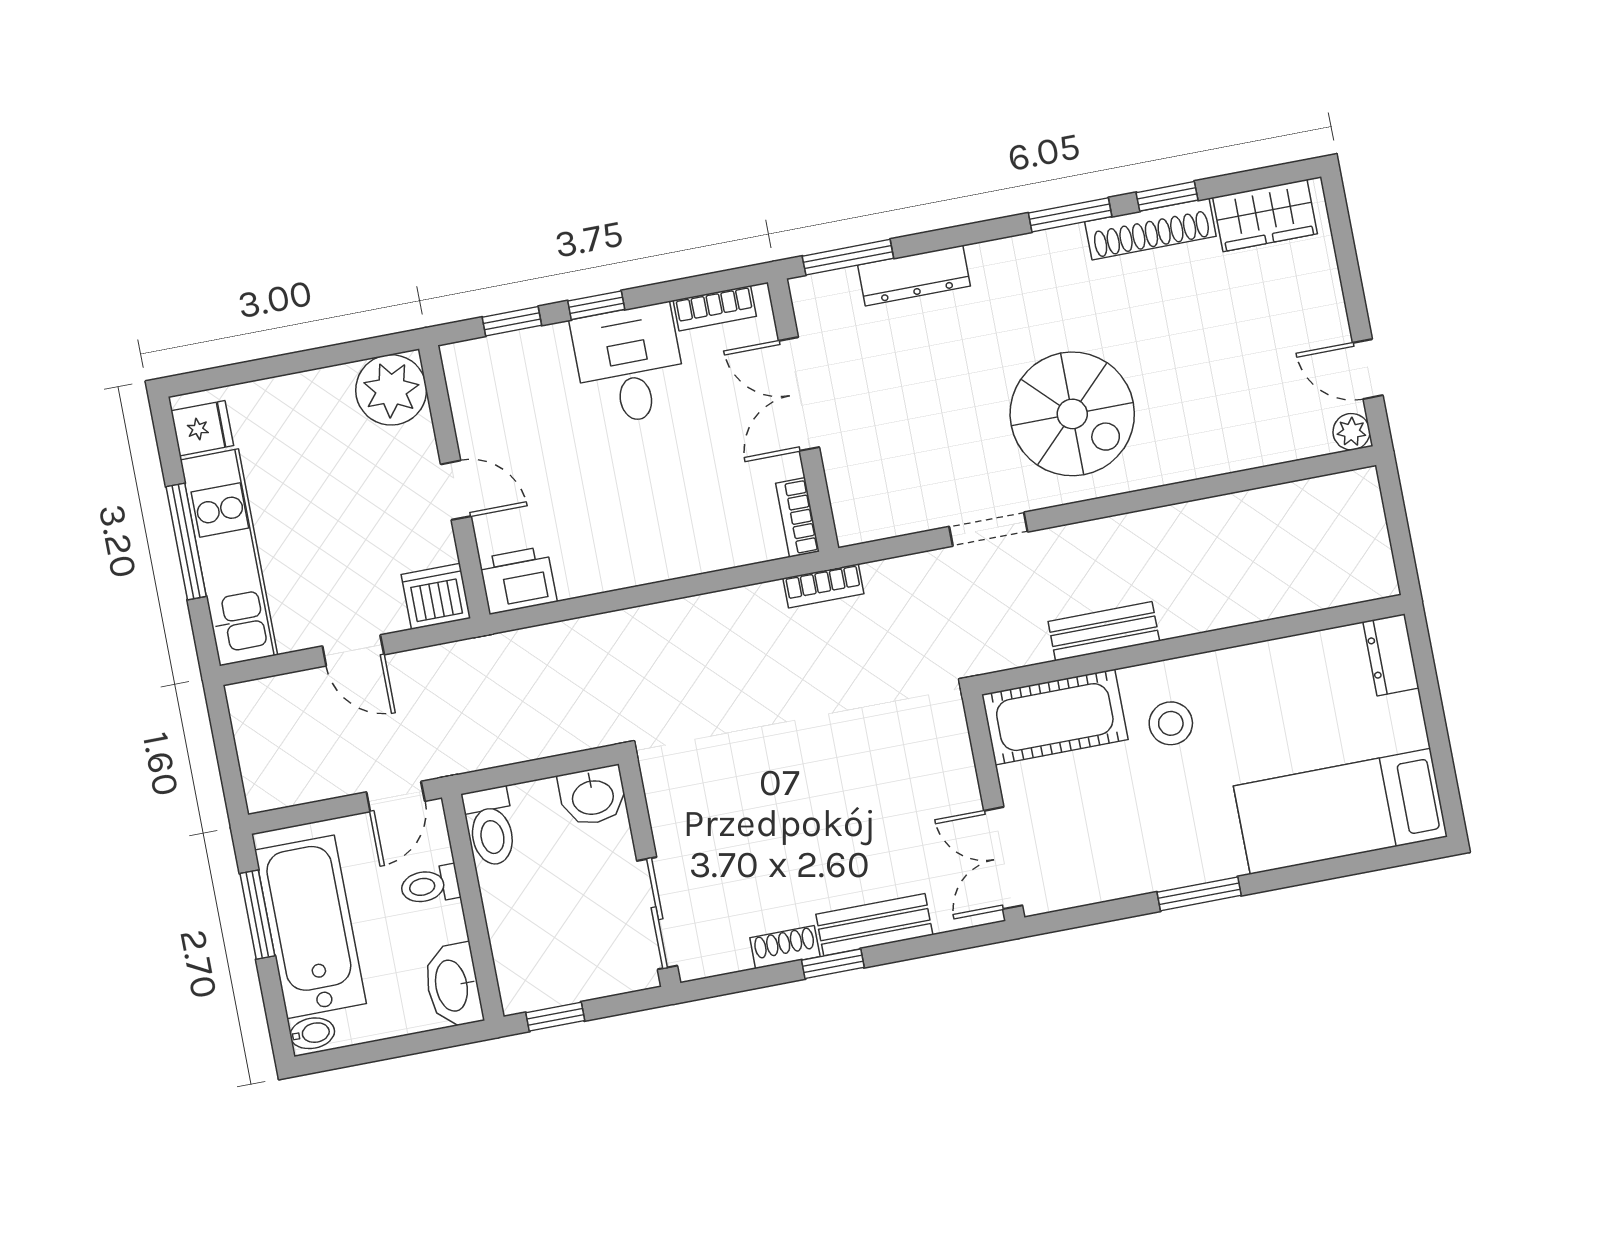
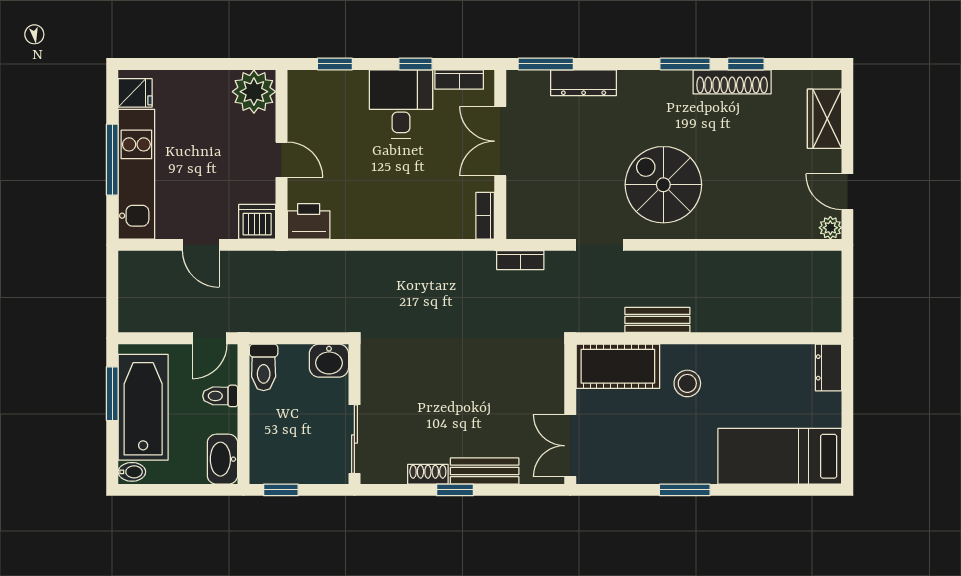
wardrobe: (1265, 216) -> (824, 119), moved, turned 90
window: (596, 305) -> (415, 64), moved
spiral stairs: (1072, 414) -> (663, 185), turned 180
bookcase: (823, 586) -> (520, 260), moved

